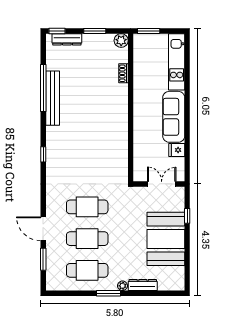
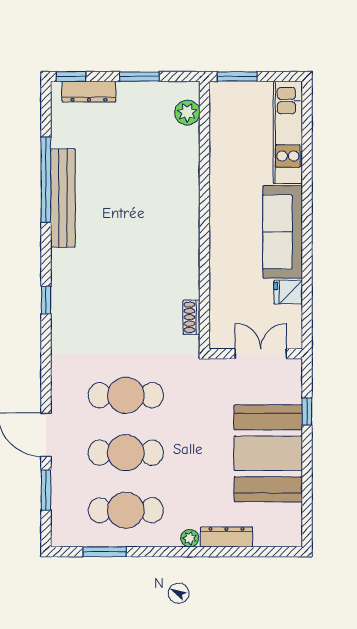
plant: (121, 41) -> (187, 113), moved
shoe rack: (123, 73) -> (191, 317), moved
window: (109, 293) -> (104, 552), moved

